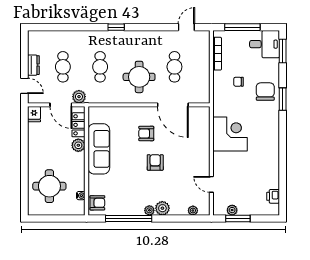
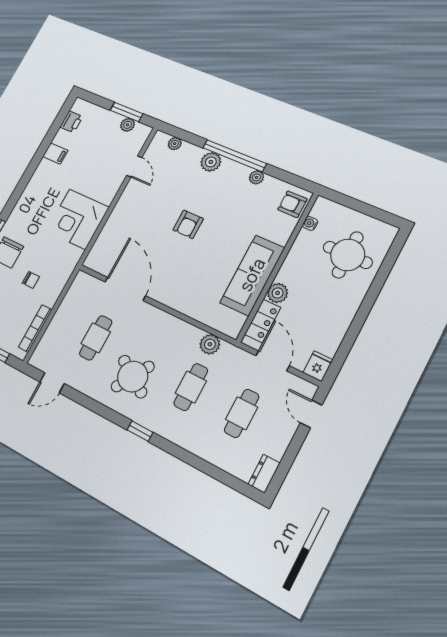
dresser: (33, 65) -> (264, 474), moved
round table: (139, 77) -> (133, 377), moved, turned 32
plant: (79, 97) -> (210, 344), moved
armchair: (146, 133) -> (179, 267), removed
filing cabinet: (272, 170) -> (55, 154), added
plant: (149, 210) -> (256, 177), moved
window: (129, 219) -> (234, 156), moved

